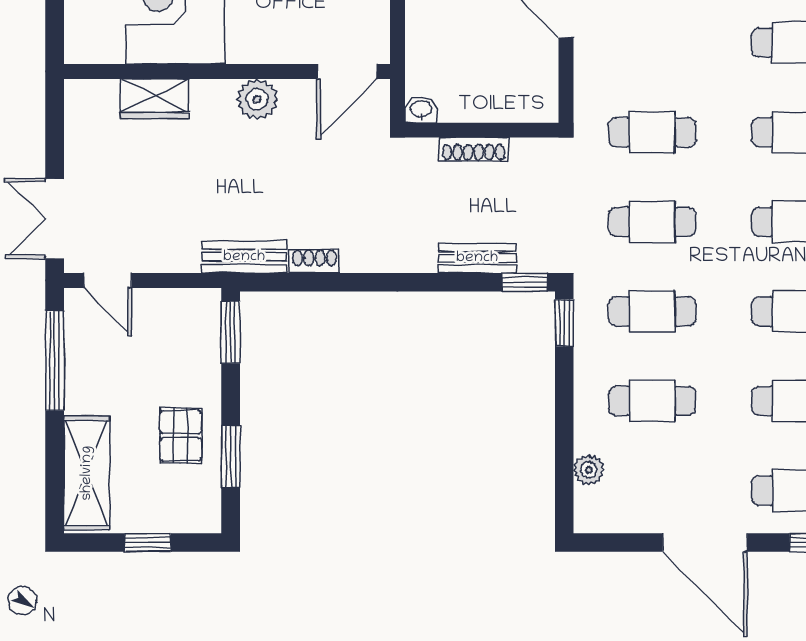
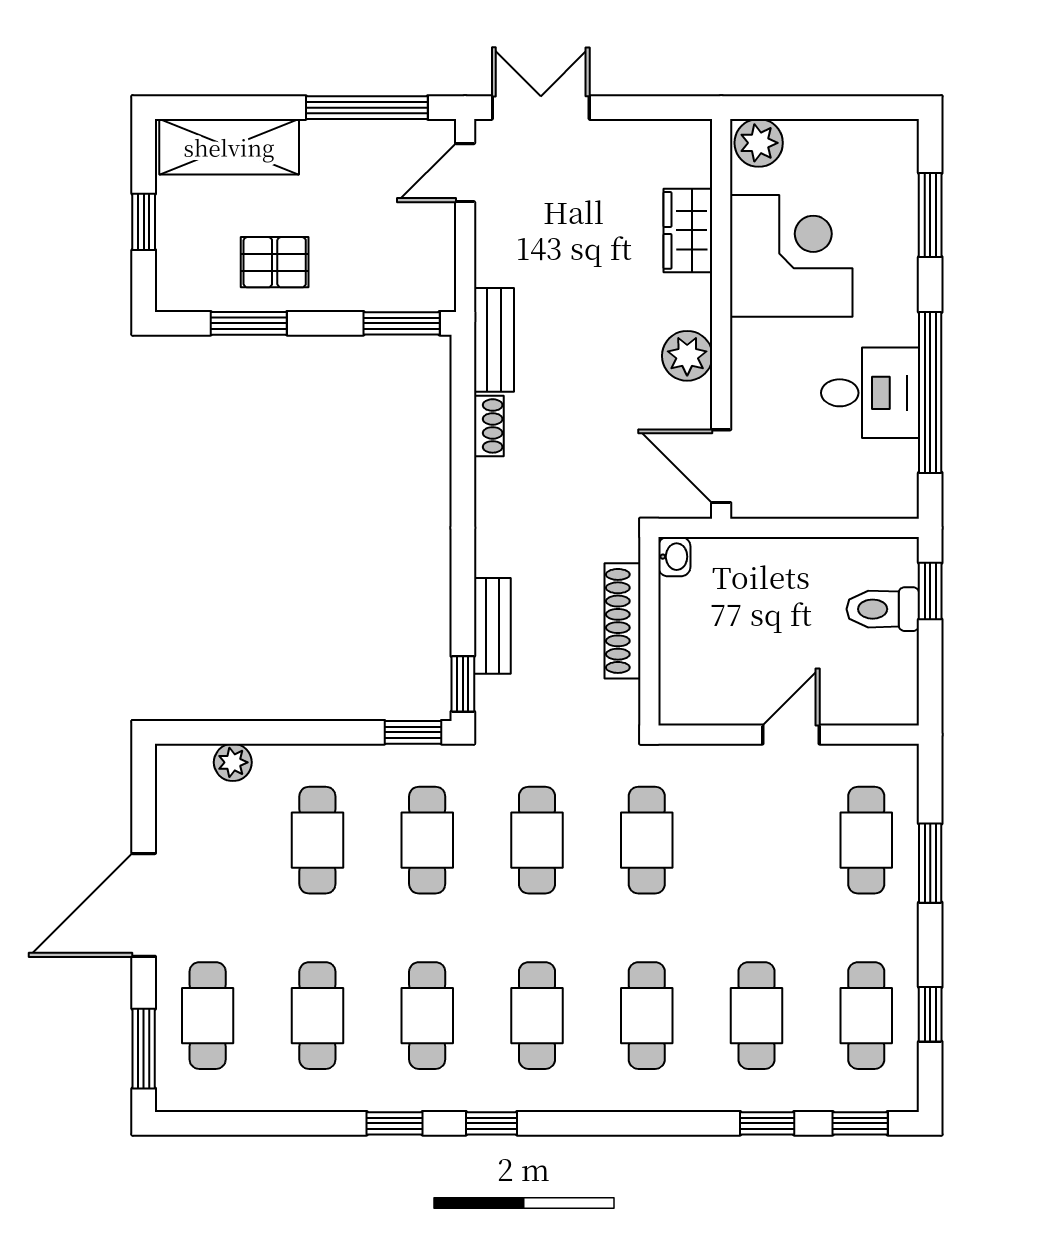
plant: (83, 41) -> (759, 143), added
shoe rack: (473, 149) -> (622, 621), width x1.36, depth x1.24

